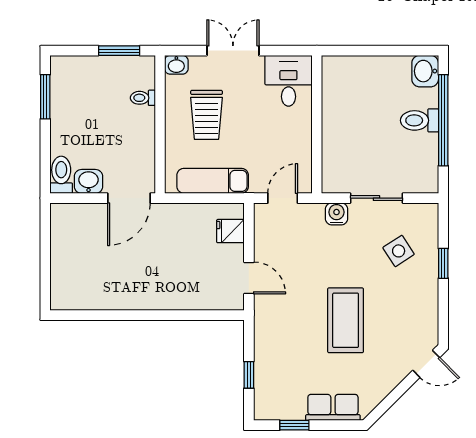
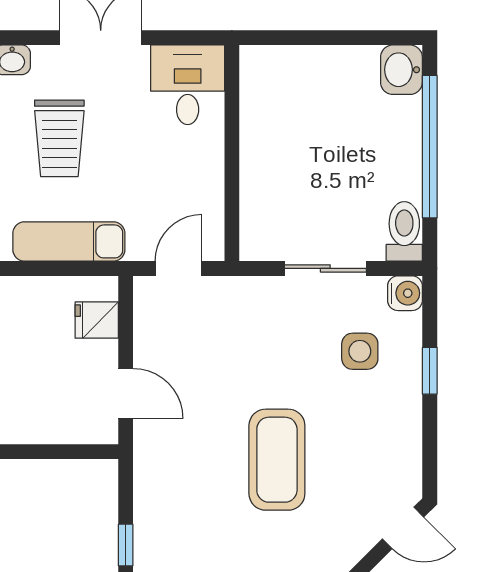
toilet: (419, 120) -> (404, 231), moved, turned 90
water cooler: (337, 214) -> (405, 293), moved, turned 90
side table: (399, 251) -> (360, 351), turned 33

